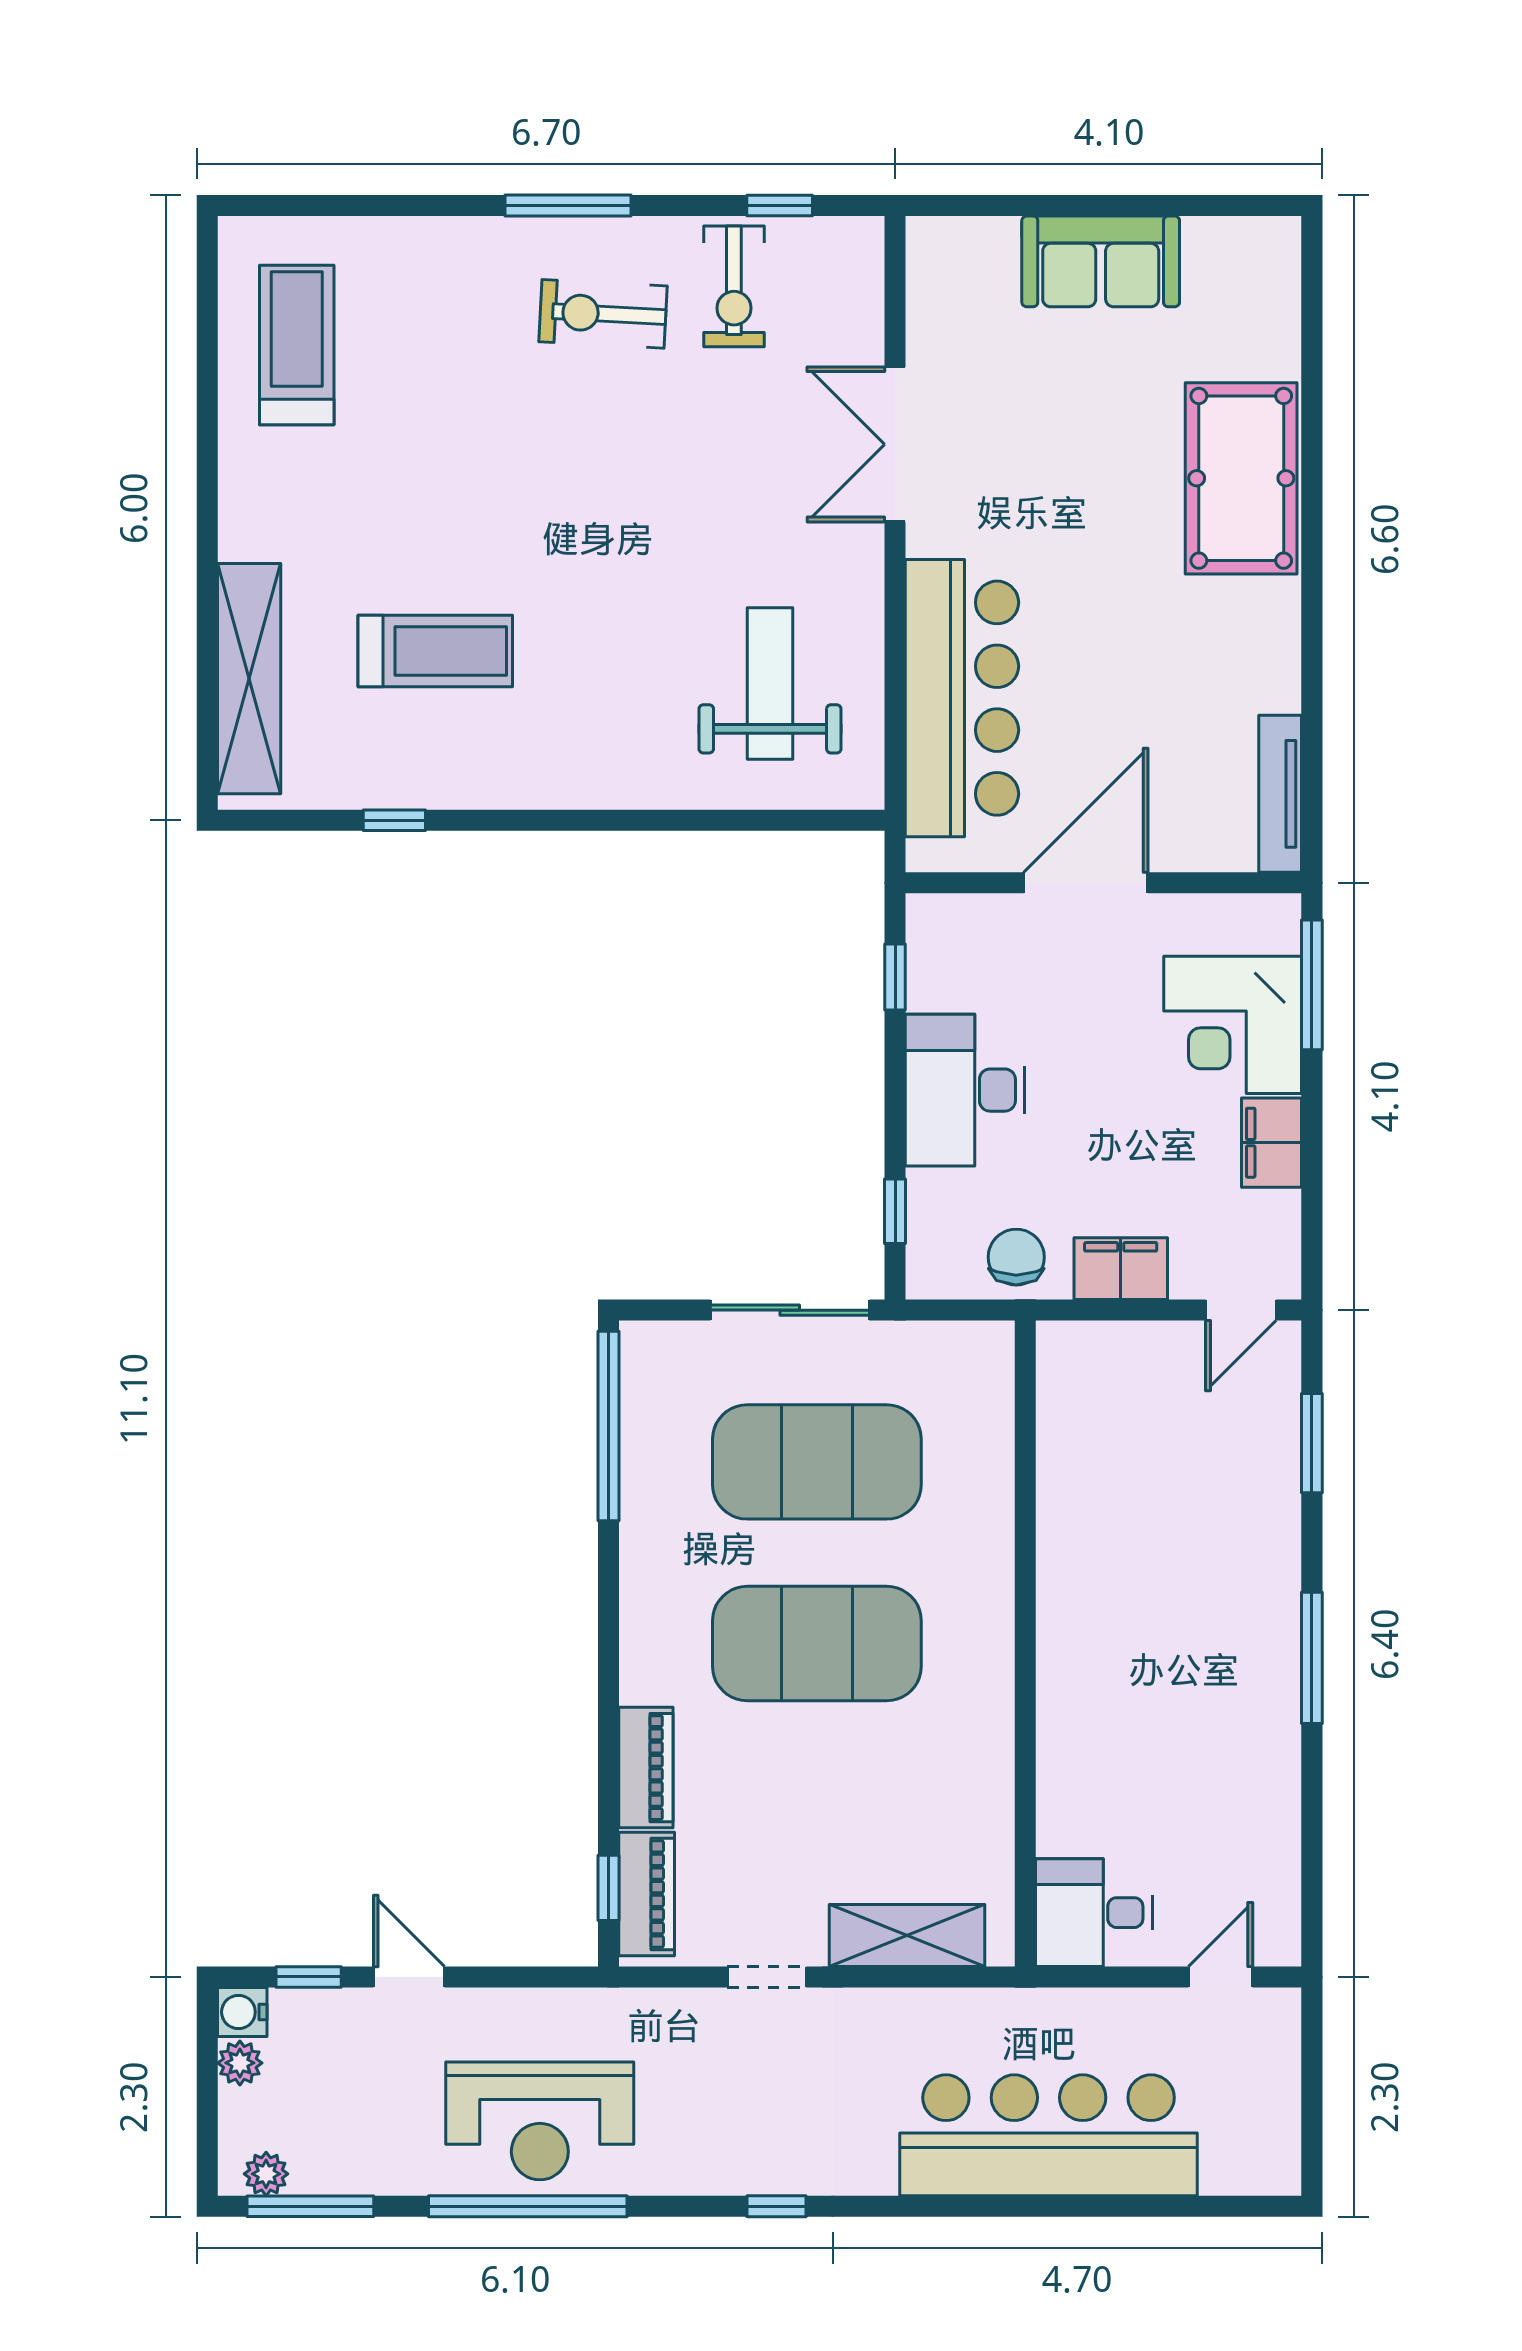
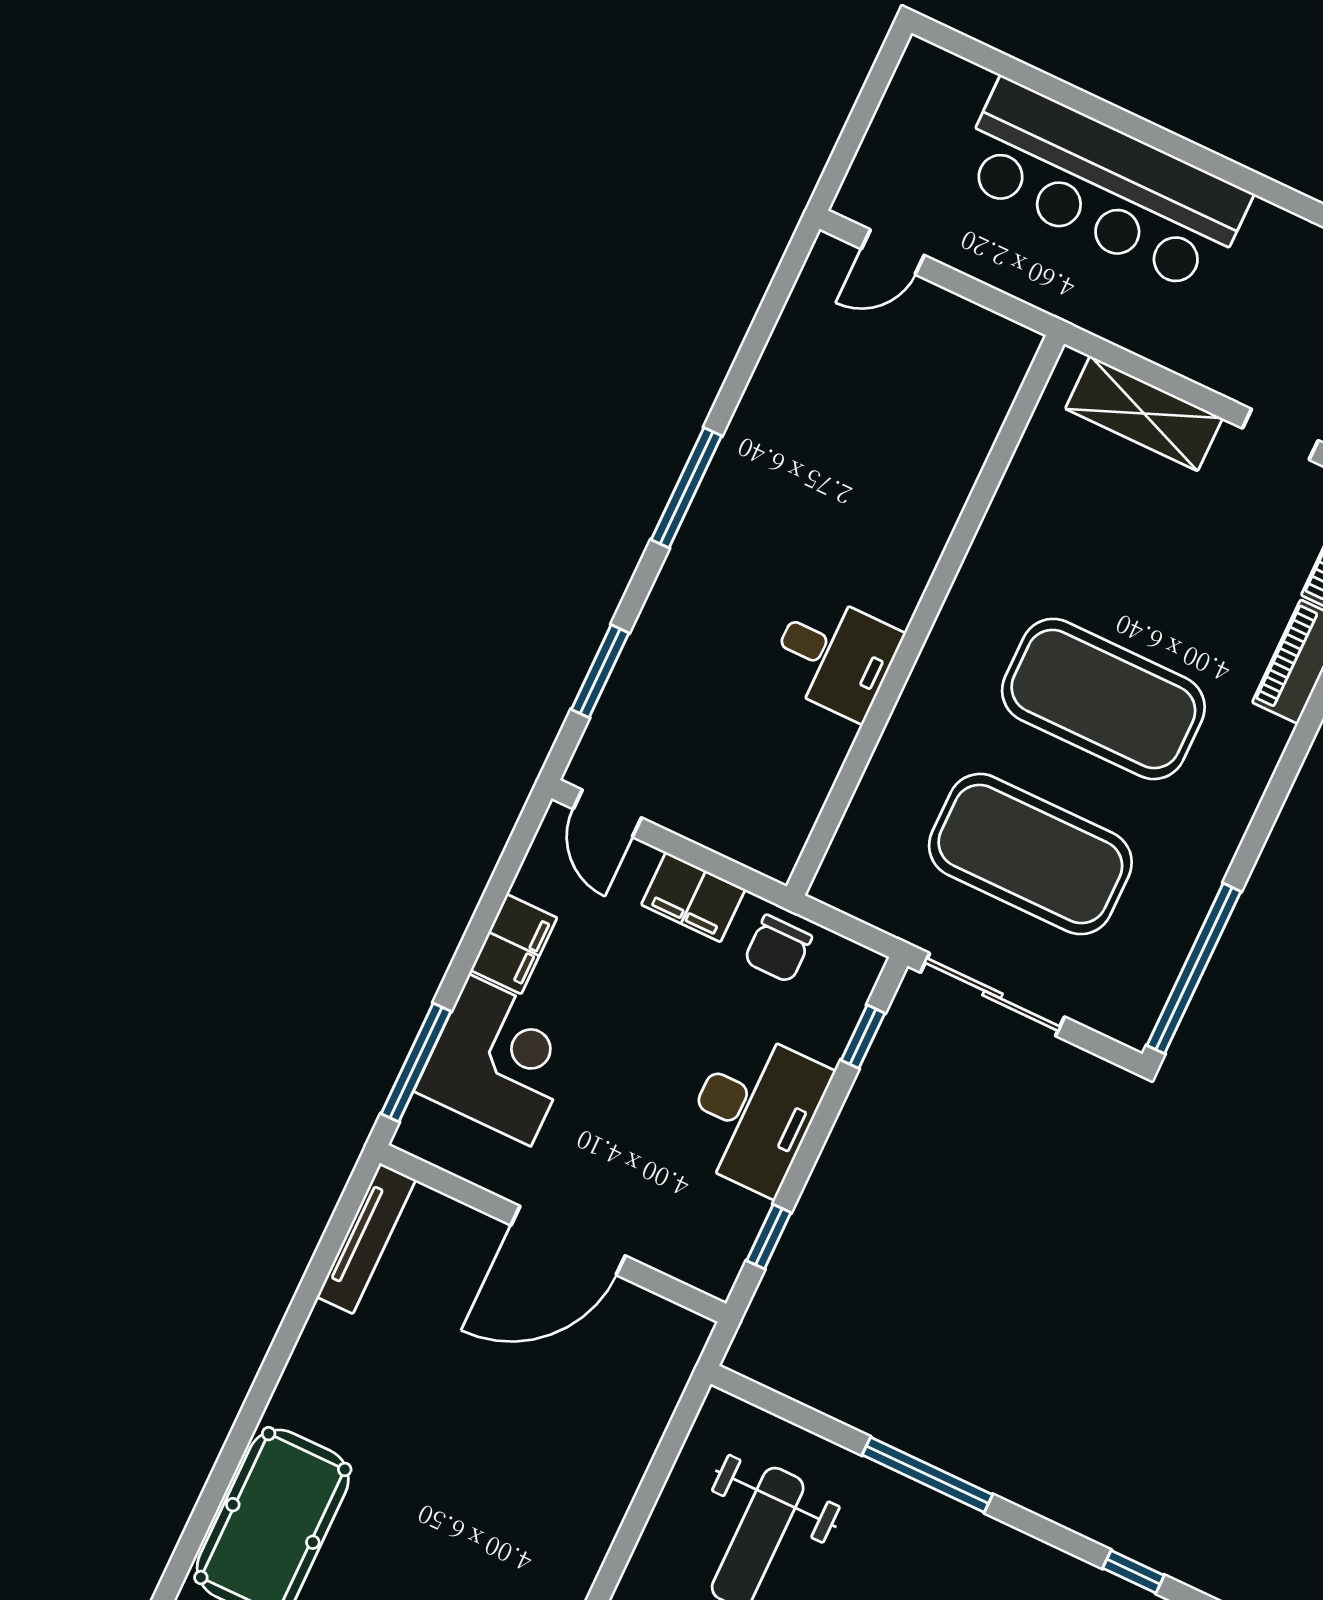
bar counter: (962, 698) -> (600, 1448), removed
window: (636, 820) -> (927, 1475), added
door: (1241, 1310) -> (607, 813), swing flipped
desk: (1094, 1913) -> (835, 656), moved

